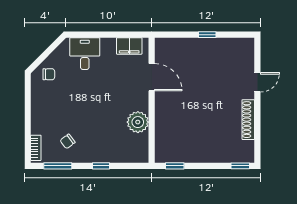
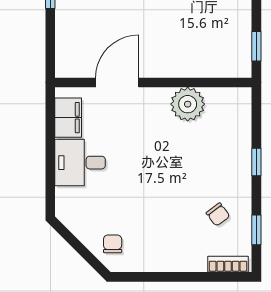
desk: (85, 54) -> (80, 163), moved
window: (58, 166) -> (256, 230), width x0.67

